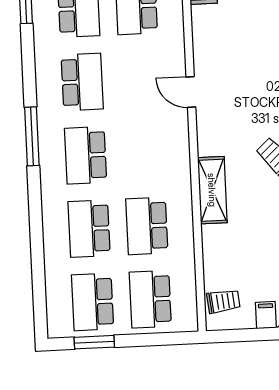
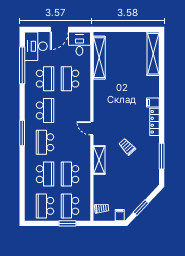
door: (191, 92) -> (92, 128), moved
school desk: (89, 229) -> (45, 174), turned 180
window: (94, 342) -> (68, 223), moved

